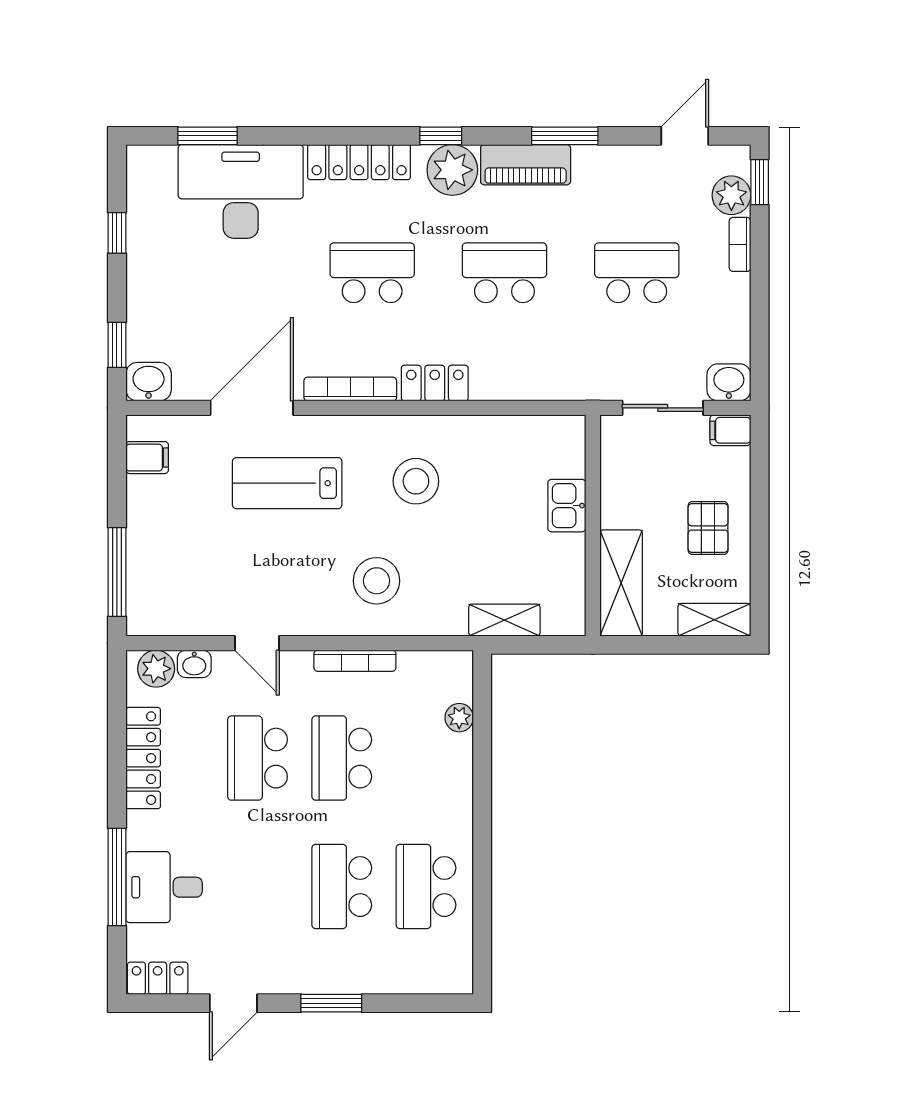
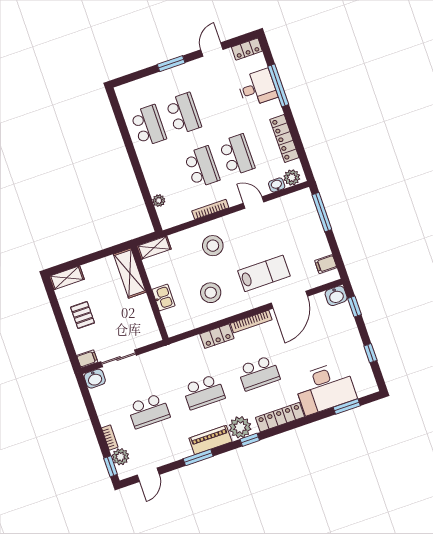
kitchen sink: (567, 506) -> (163, 298), moved
wall: (593, 526) -> (150, 293), moved
shelving: (621, 583) -> (130, 273), moved

